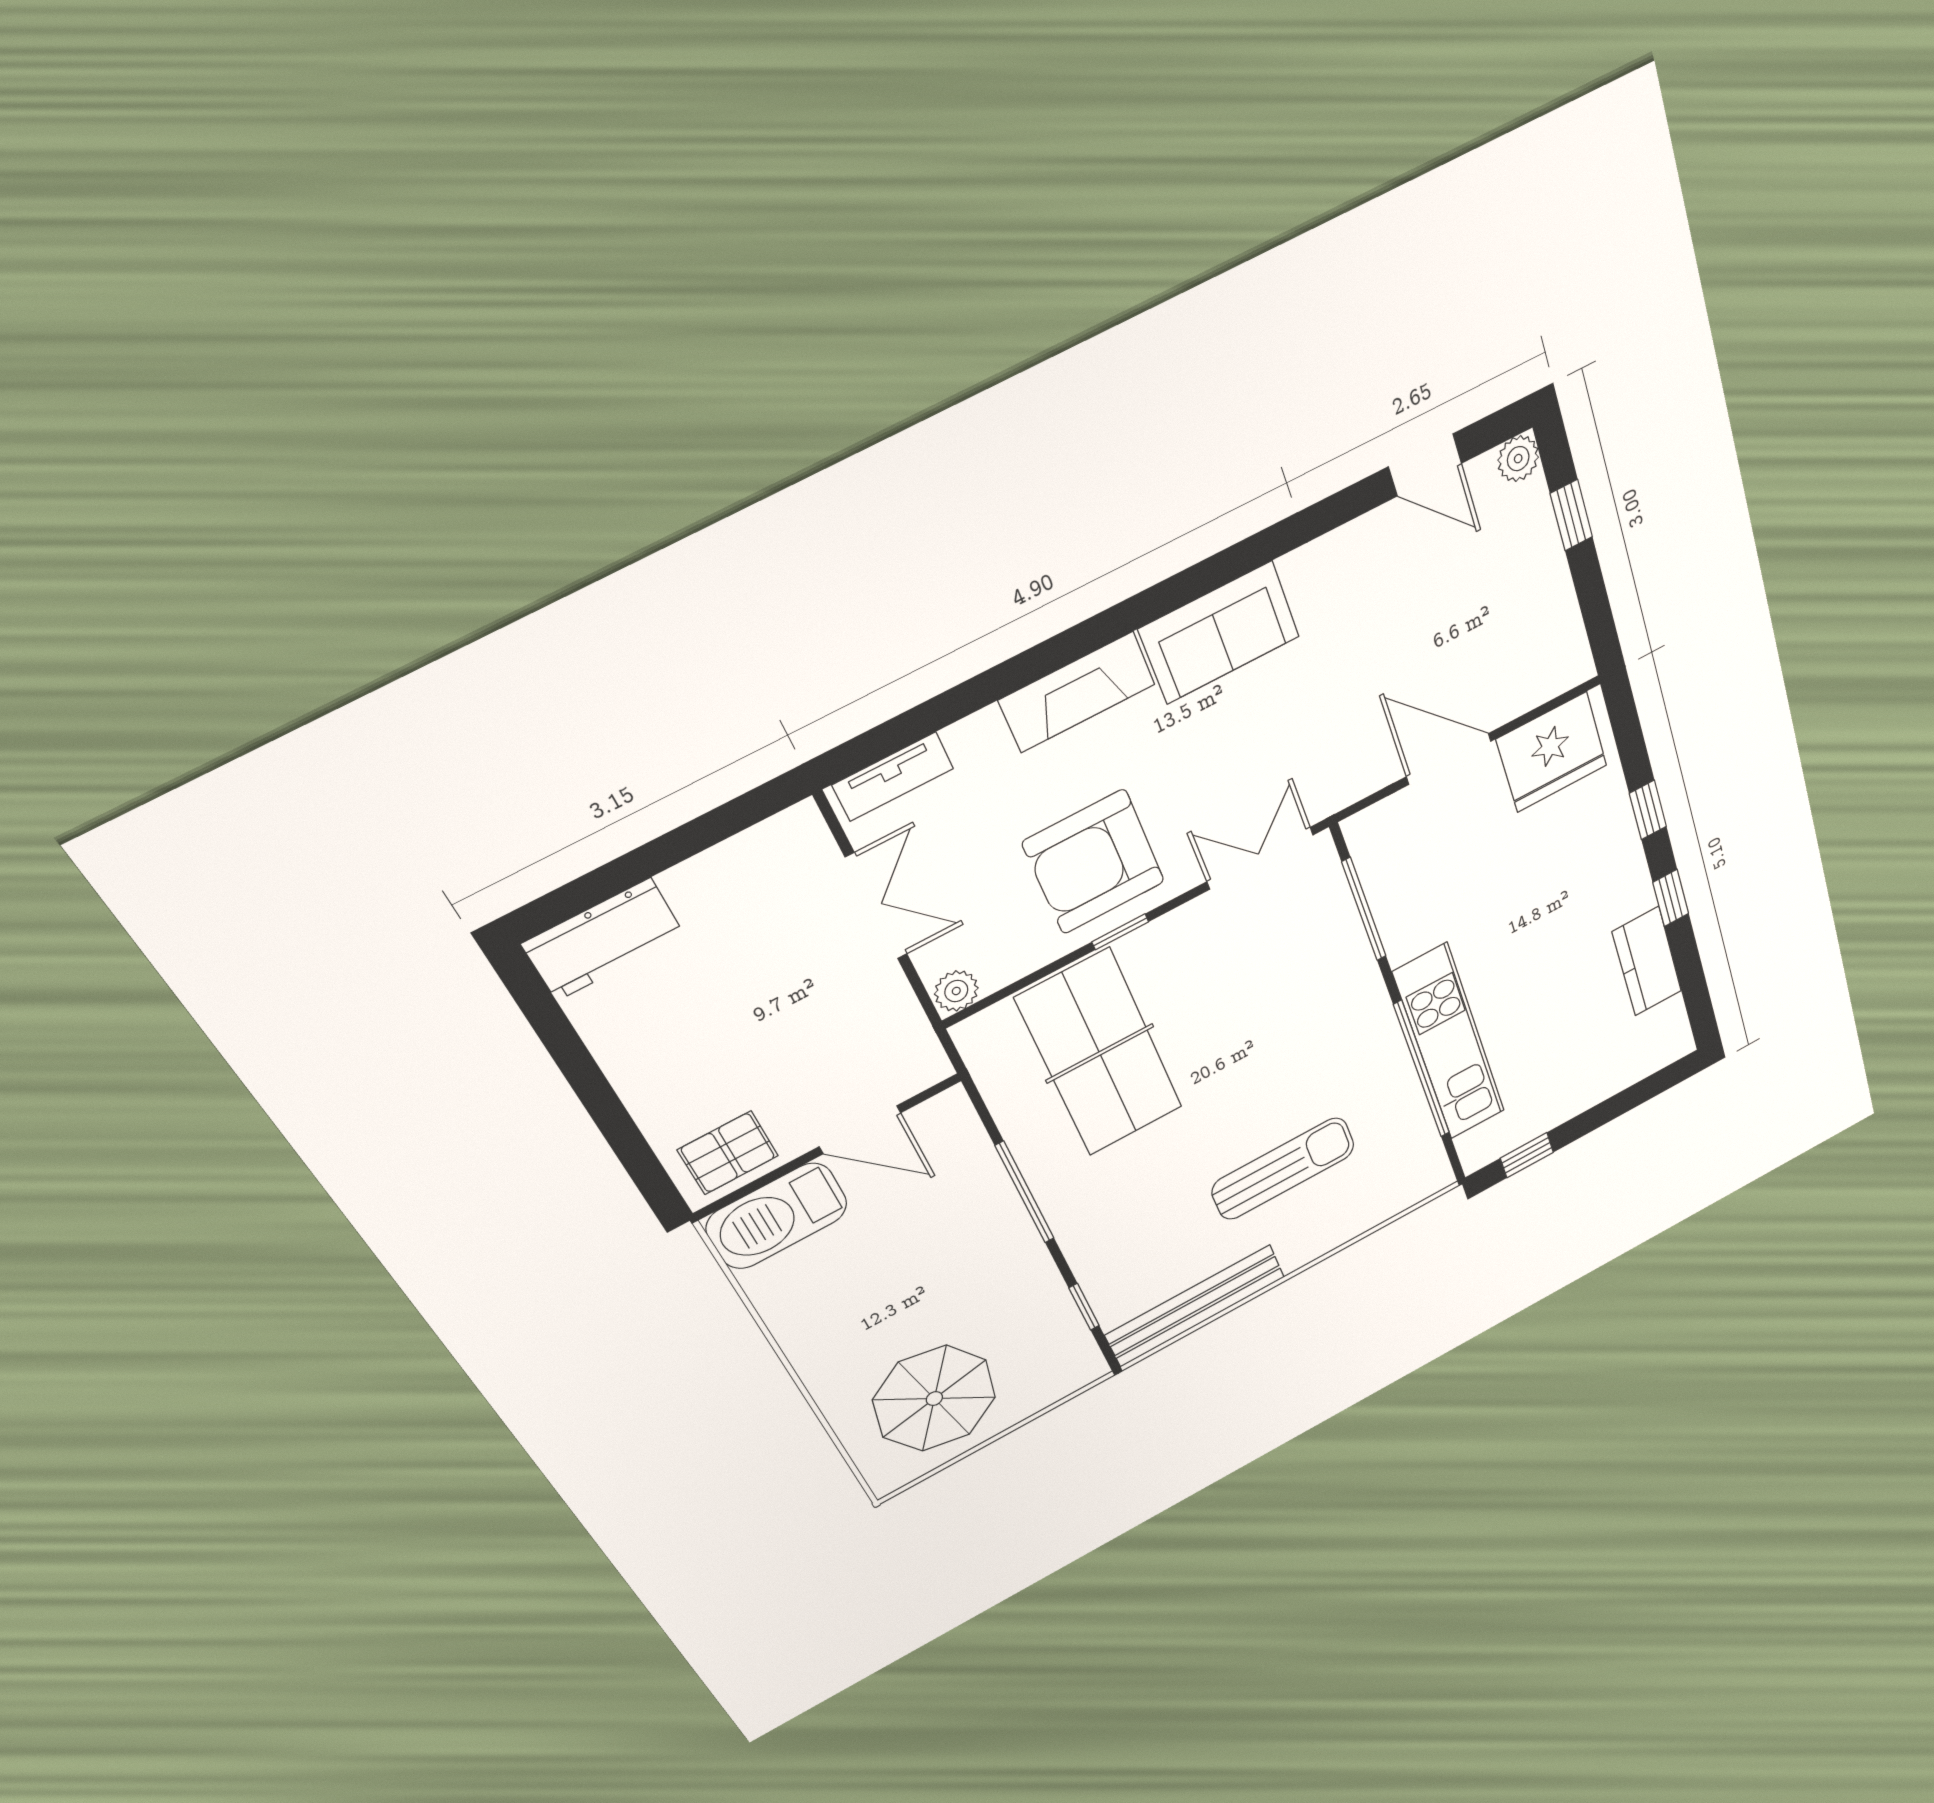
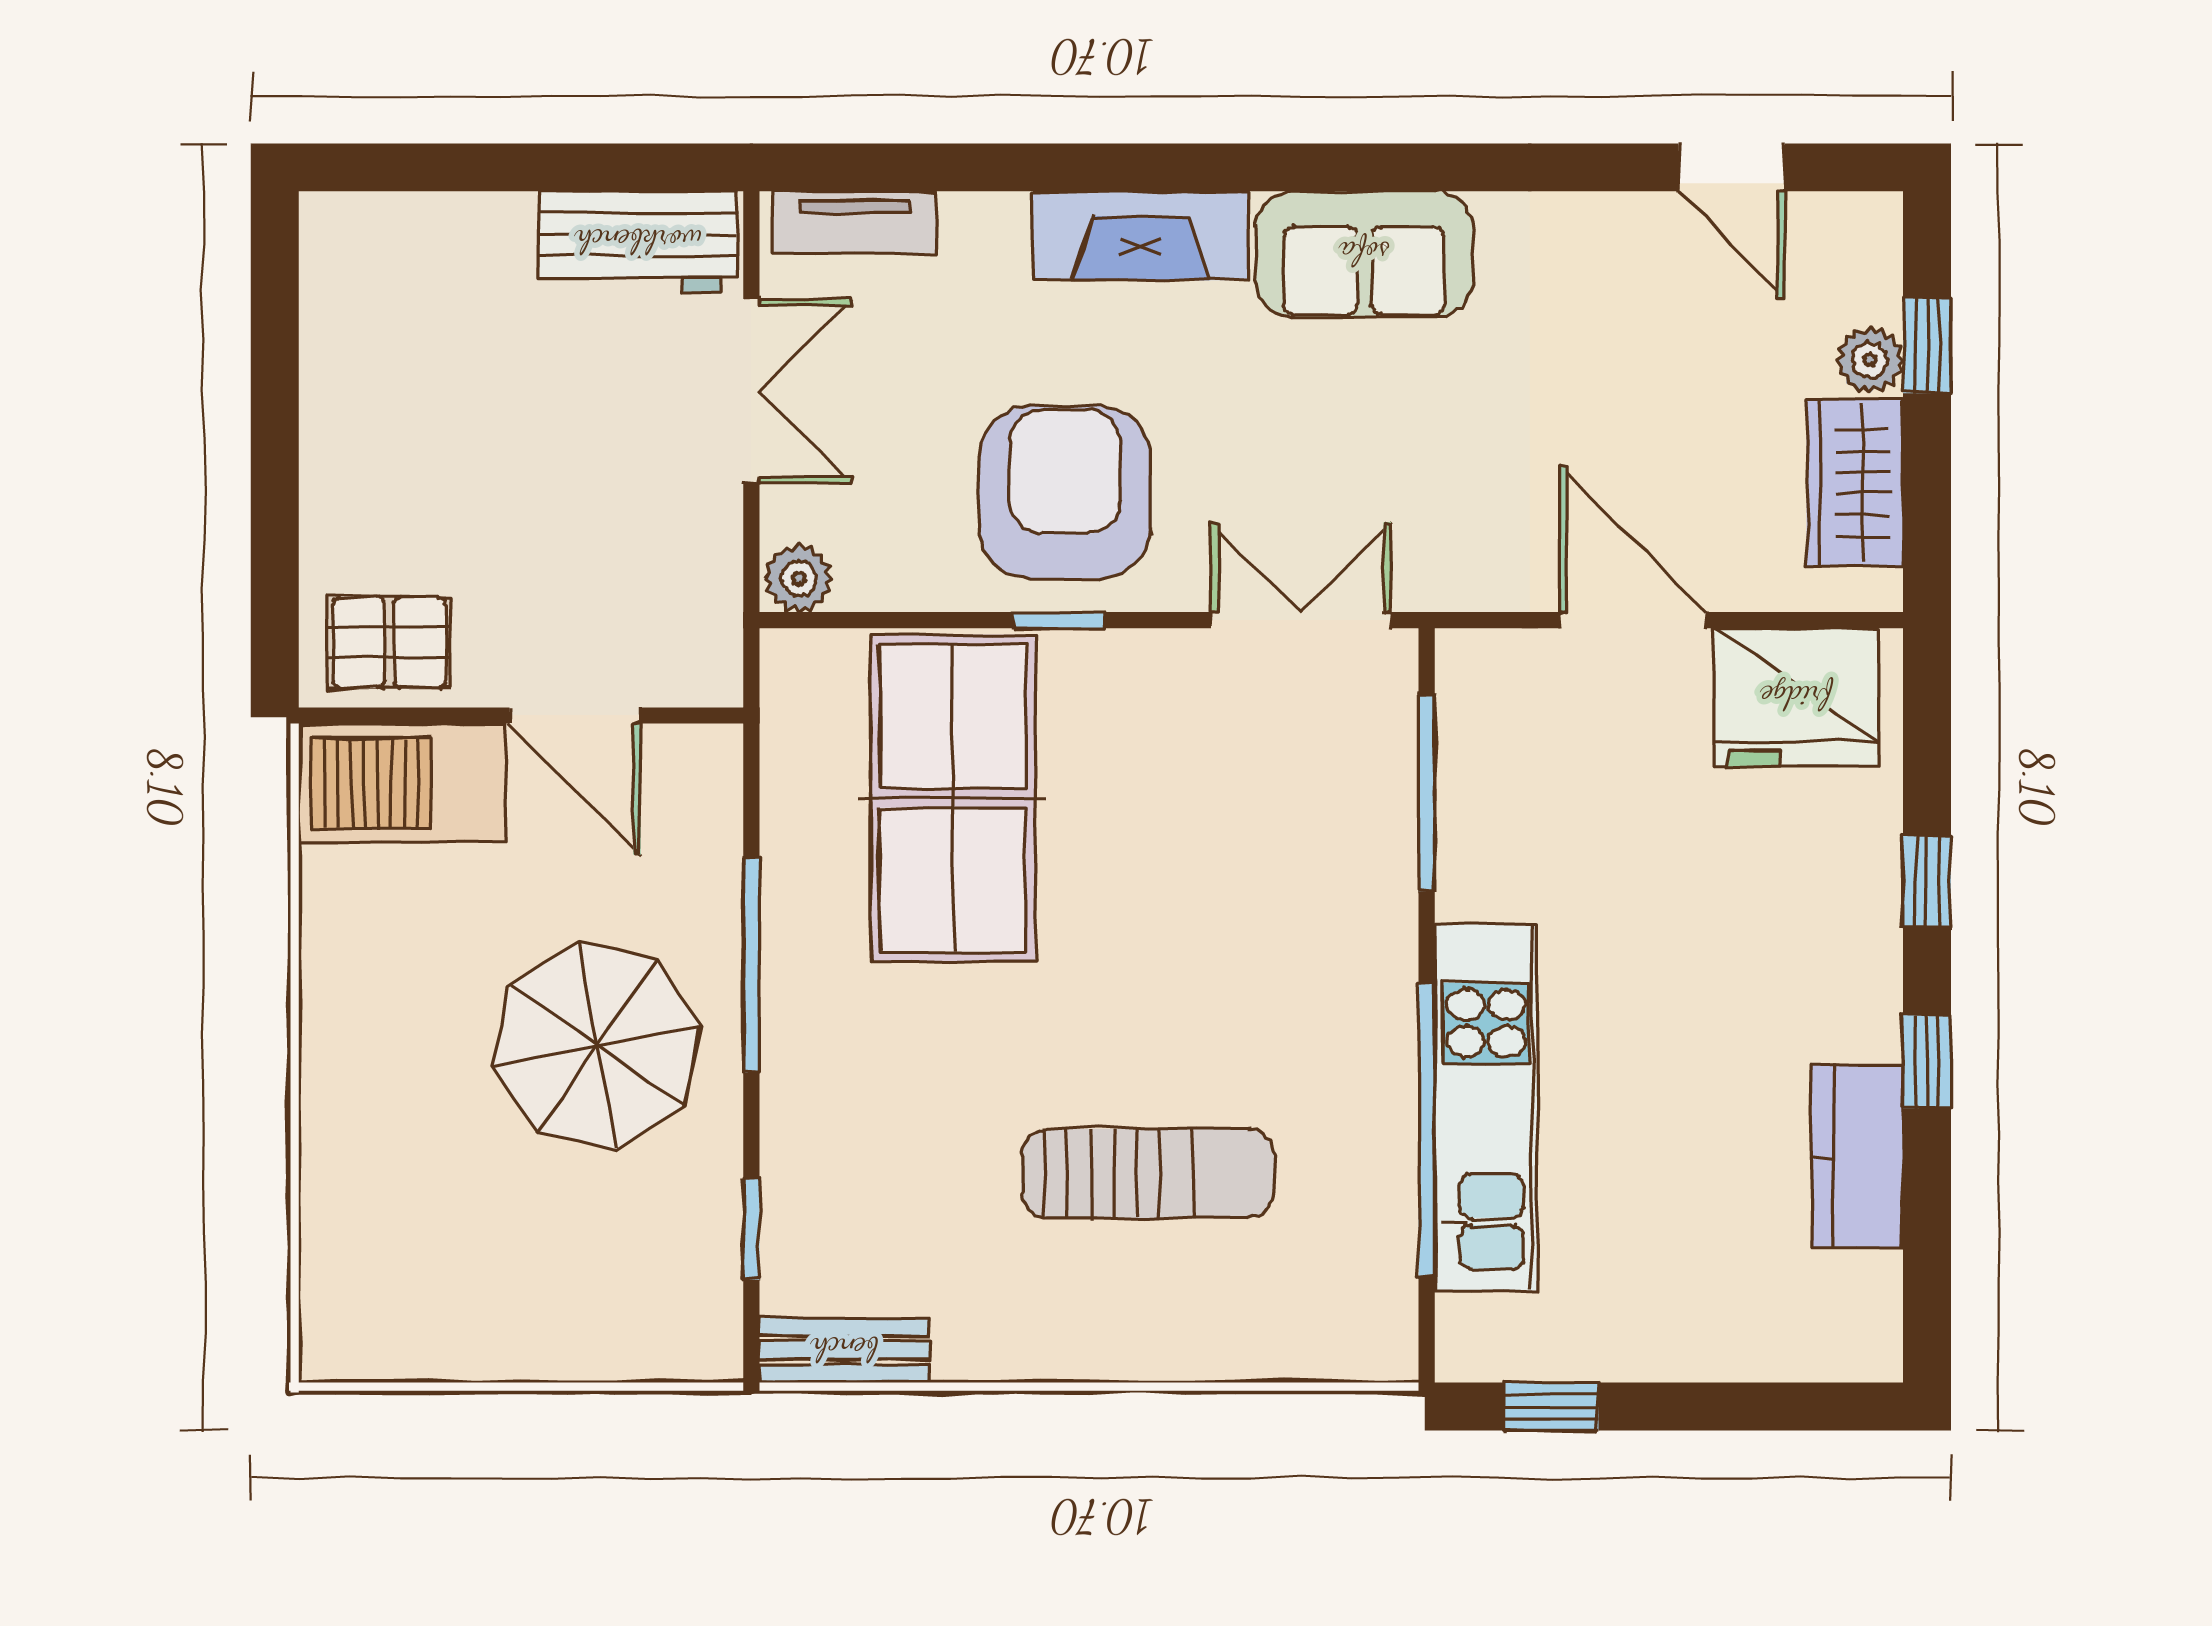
plant: (1518, 459) -> (1870, 360), moved
wardrobe: (1551, 617) -> (1855, 483), added
armchair: (1094, 862) -> (1065, 492), turned 90
workbench: (604, 940) -> (638, 242), moved
bench: (1195, 1306) -> (844, 1350), width x0.54, depth x0.82
parasol: (934, 1399) -> (597, 1046), moved

